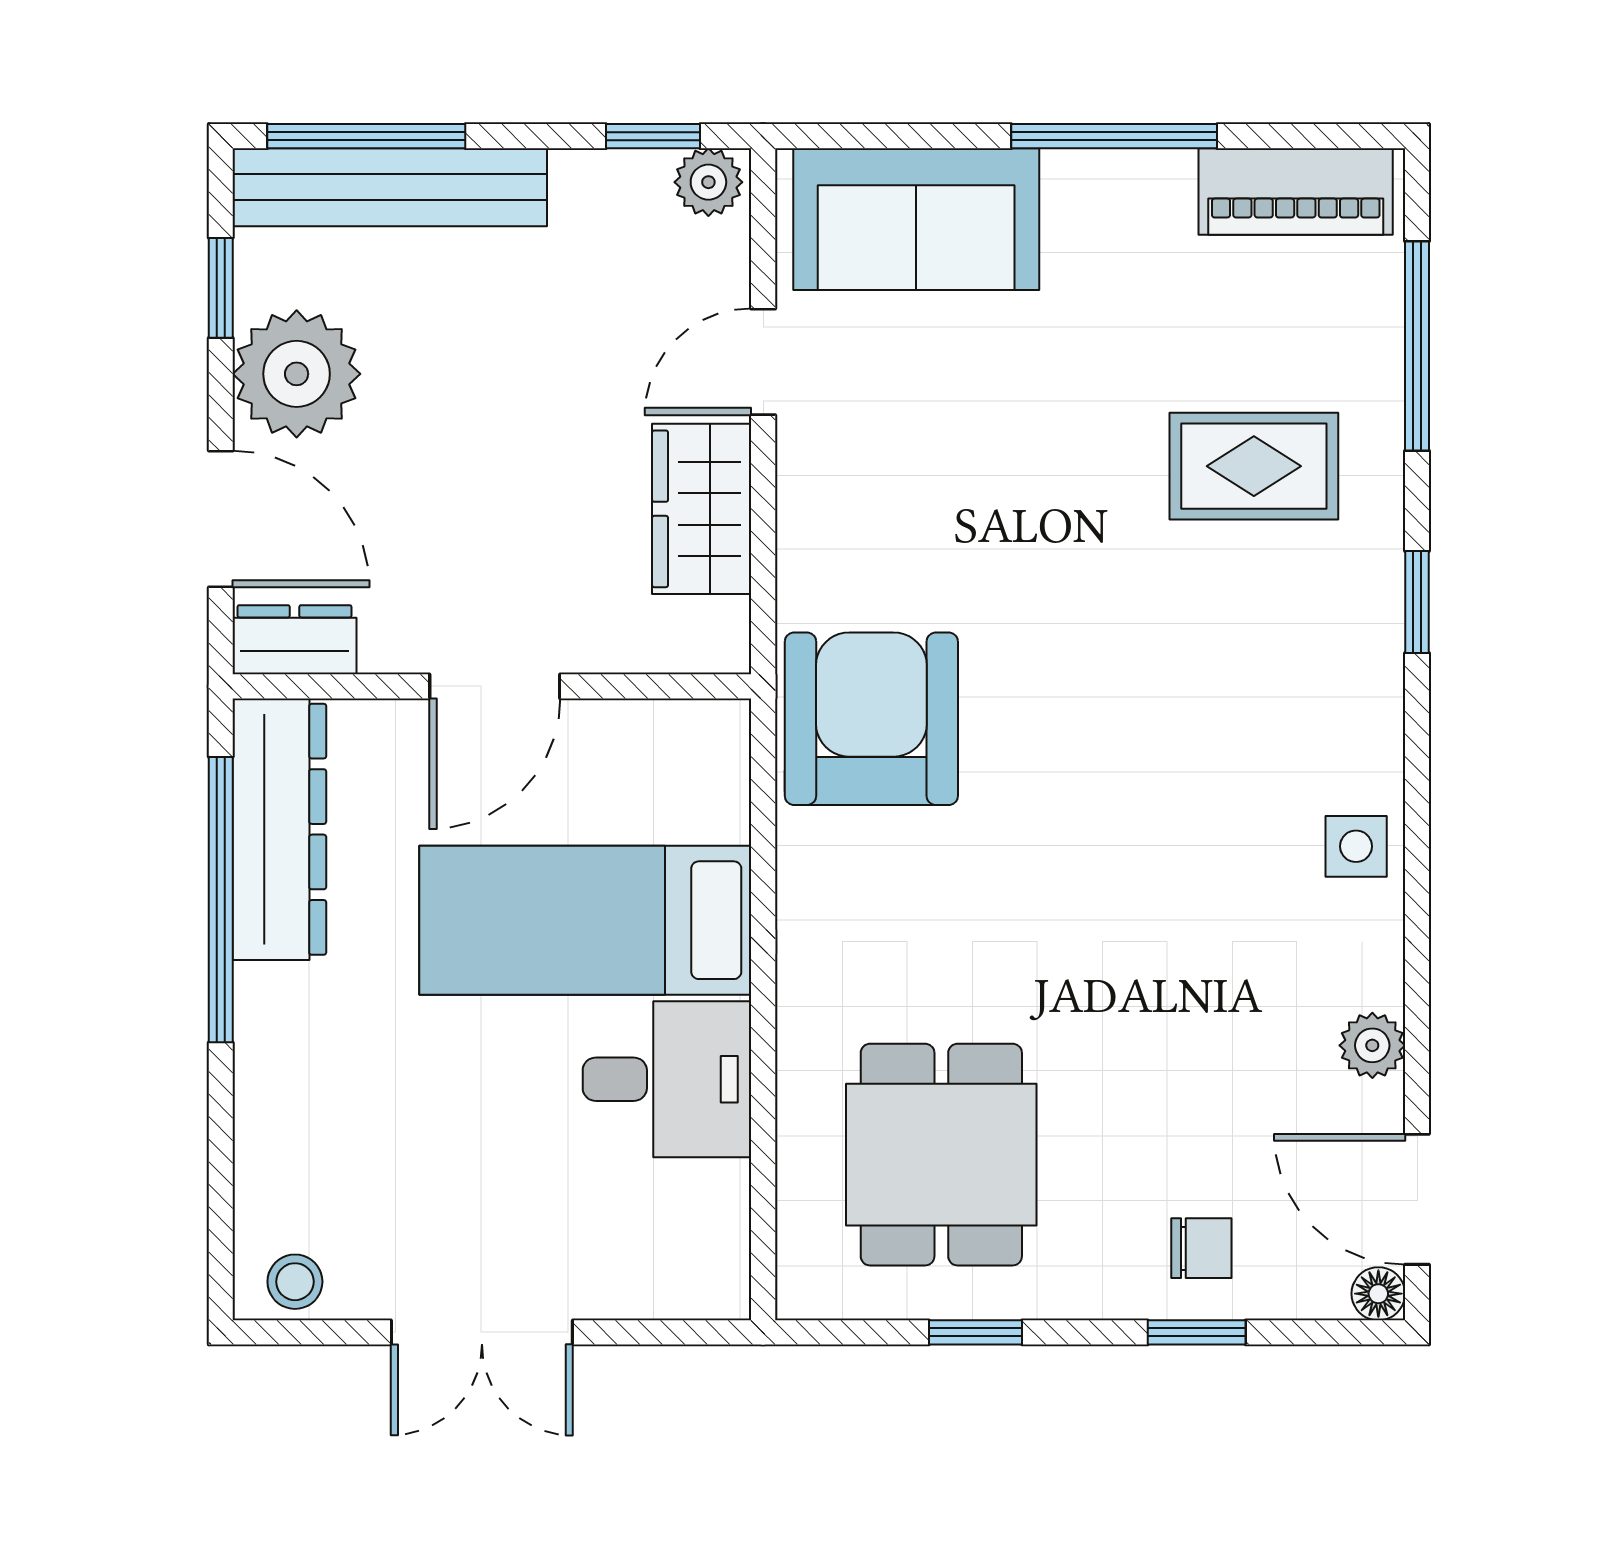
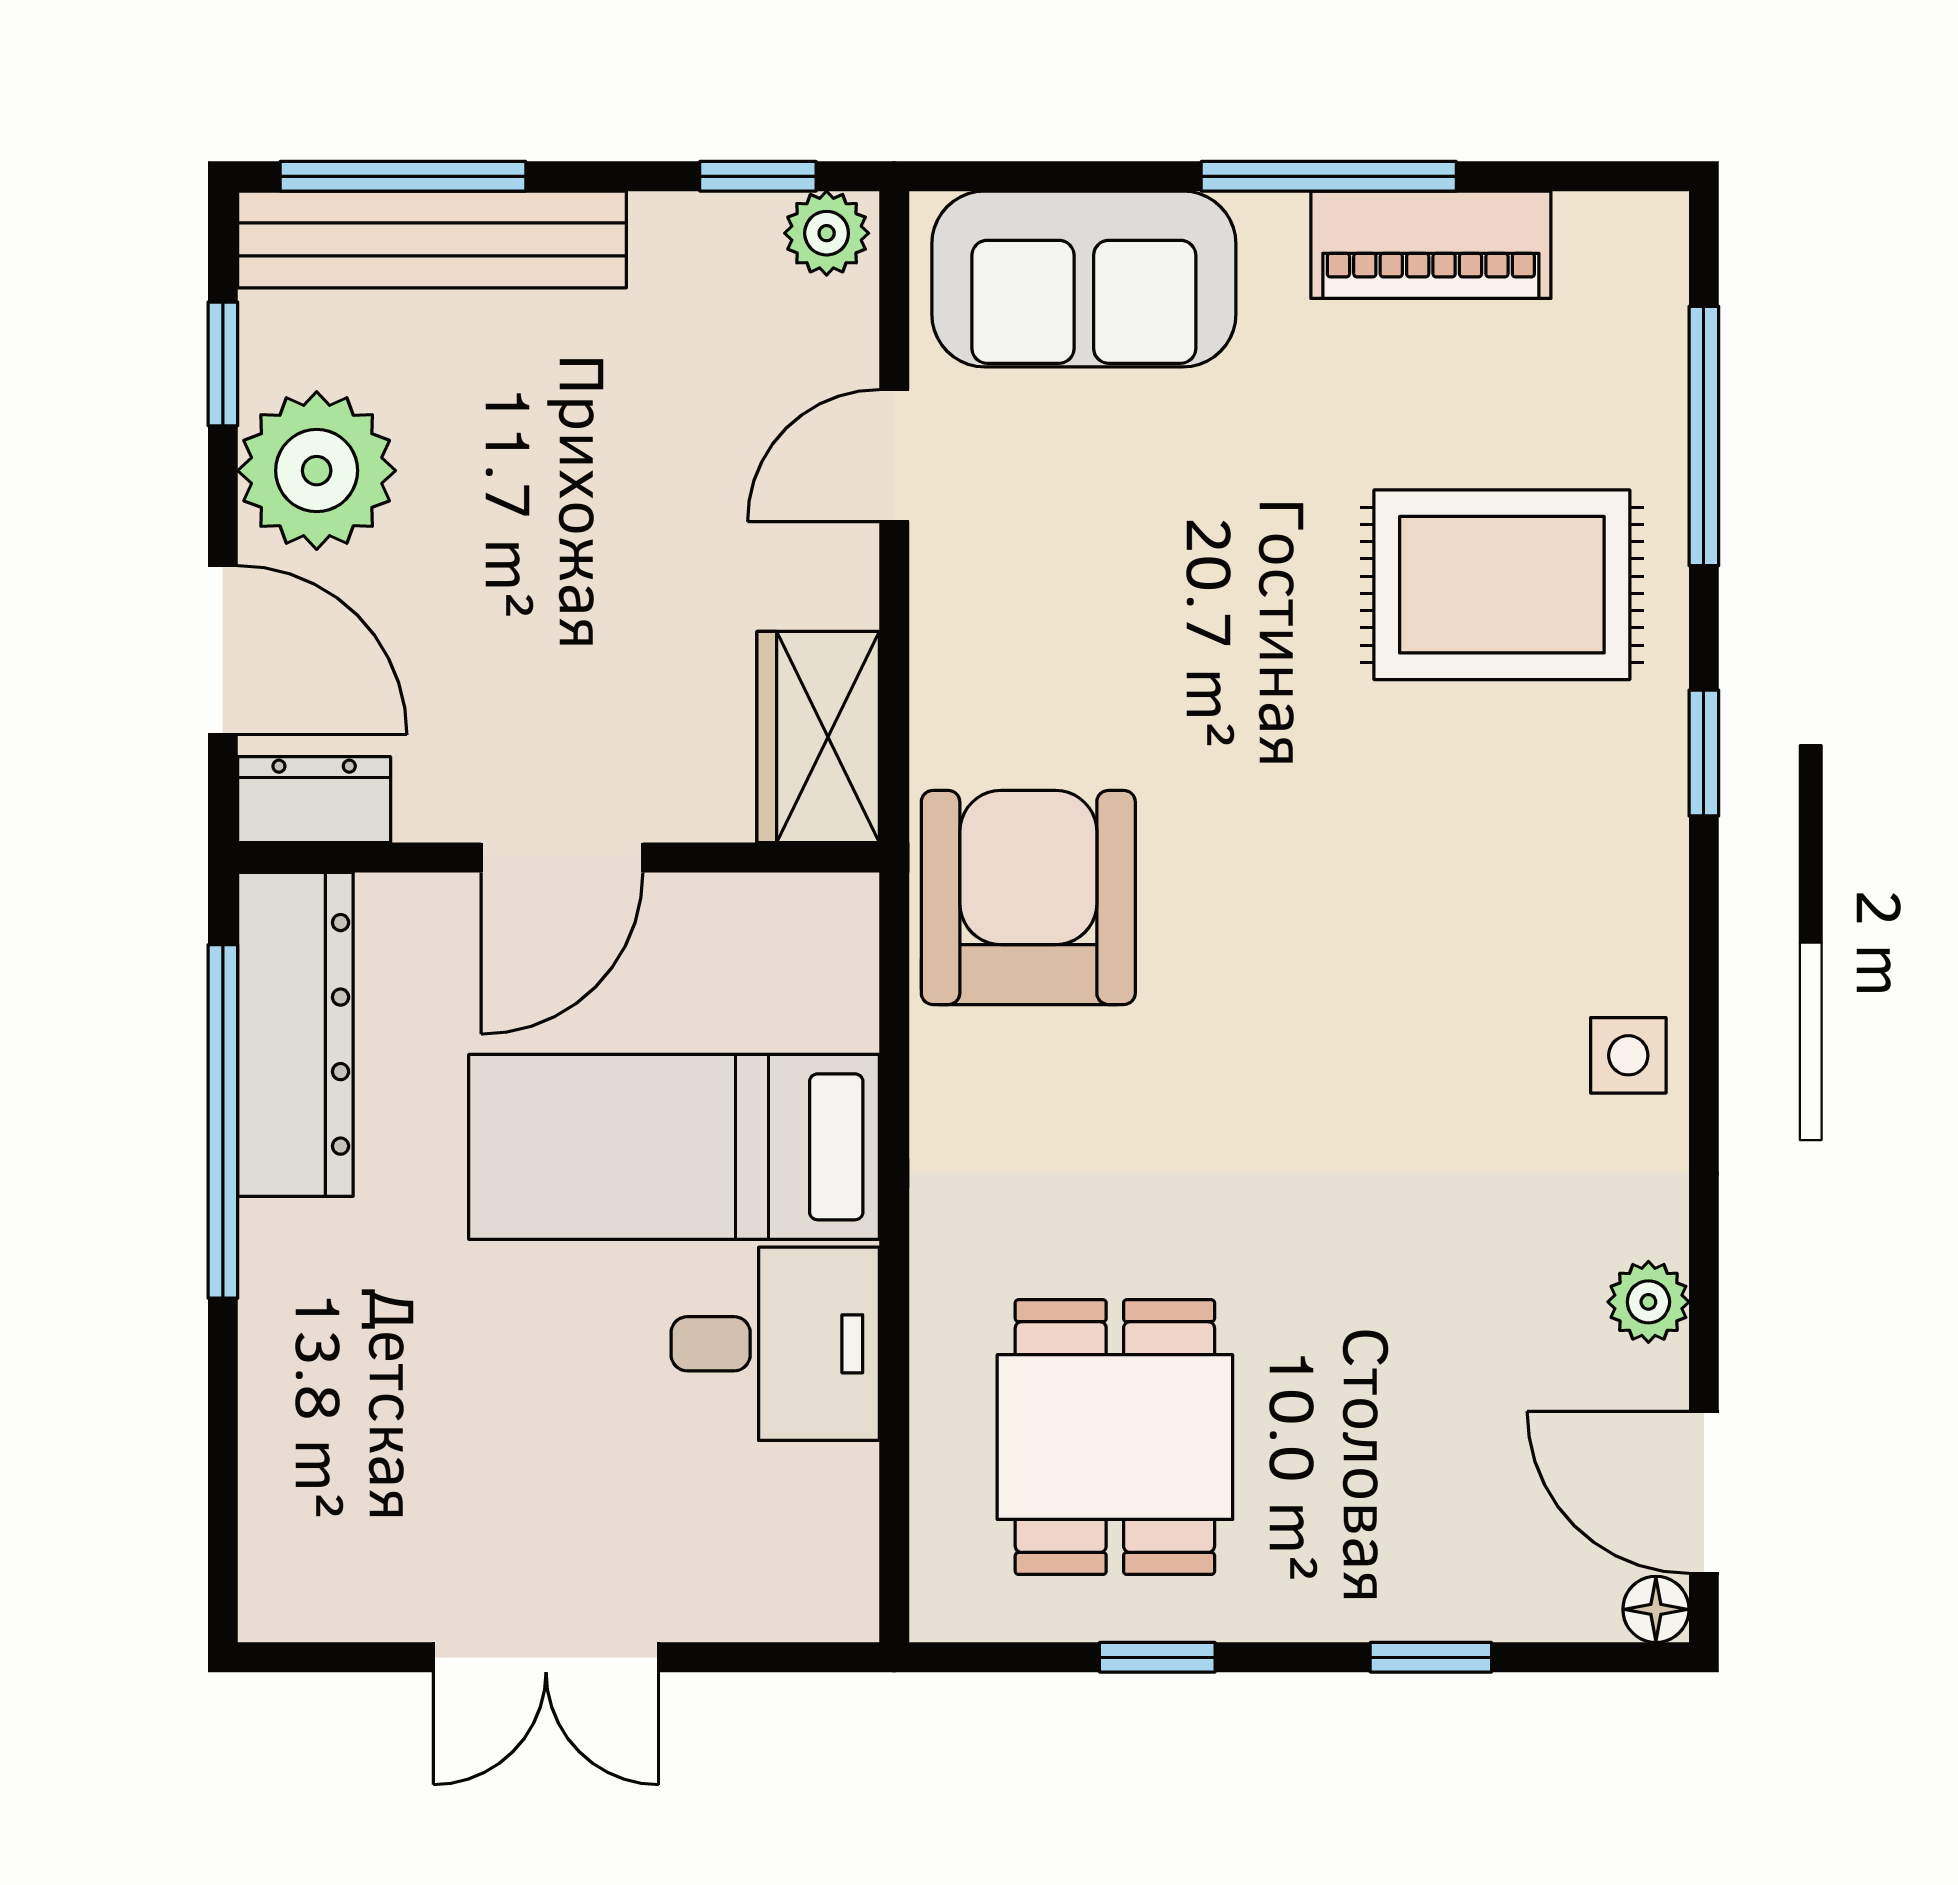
piano: (1296, 192) -> (1431, 245), moved
rug: (1254, 466) -> (1502, 585), width x1.36, depth x1.43
wardrobe: (702, 509) -> (818, 737), moved
chair: (1201, 1248) -> (1437, 1553), removed
stool: (295, 1282) -> (315, 1594), removed

